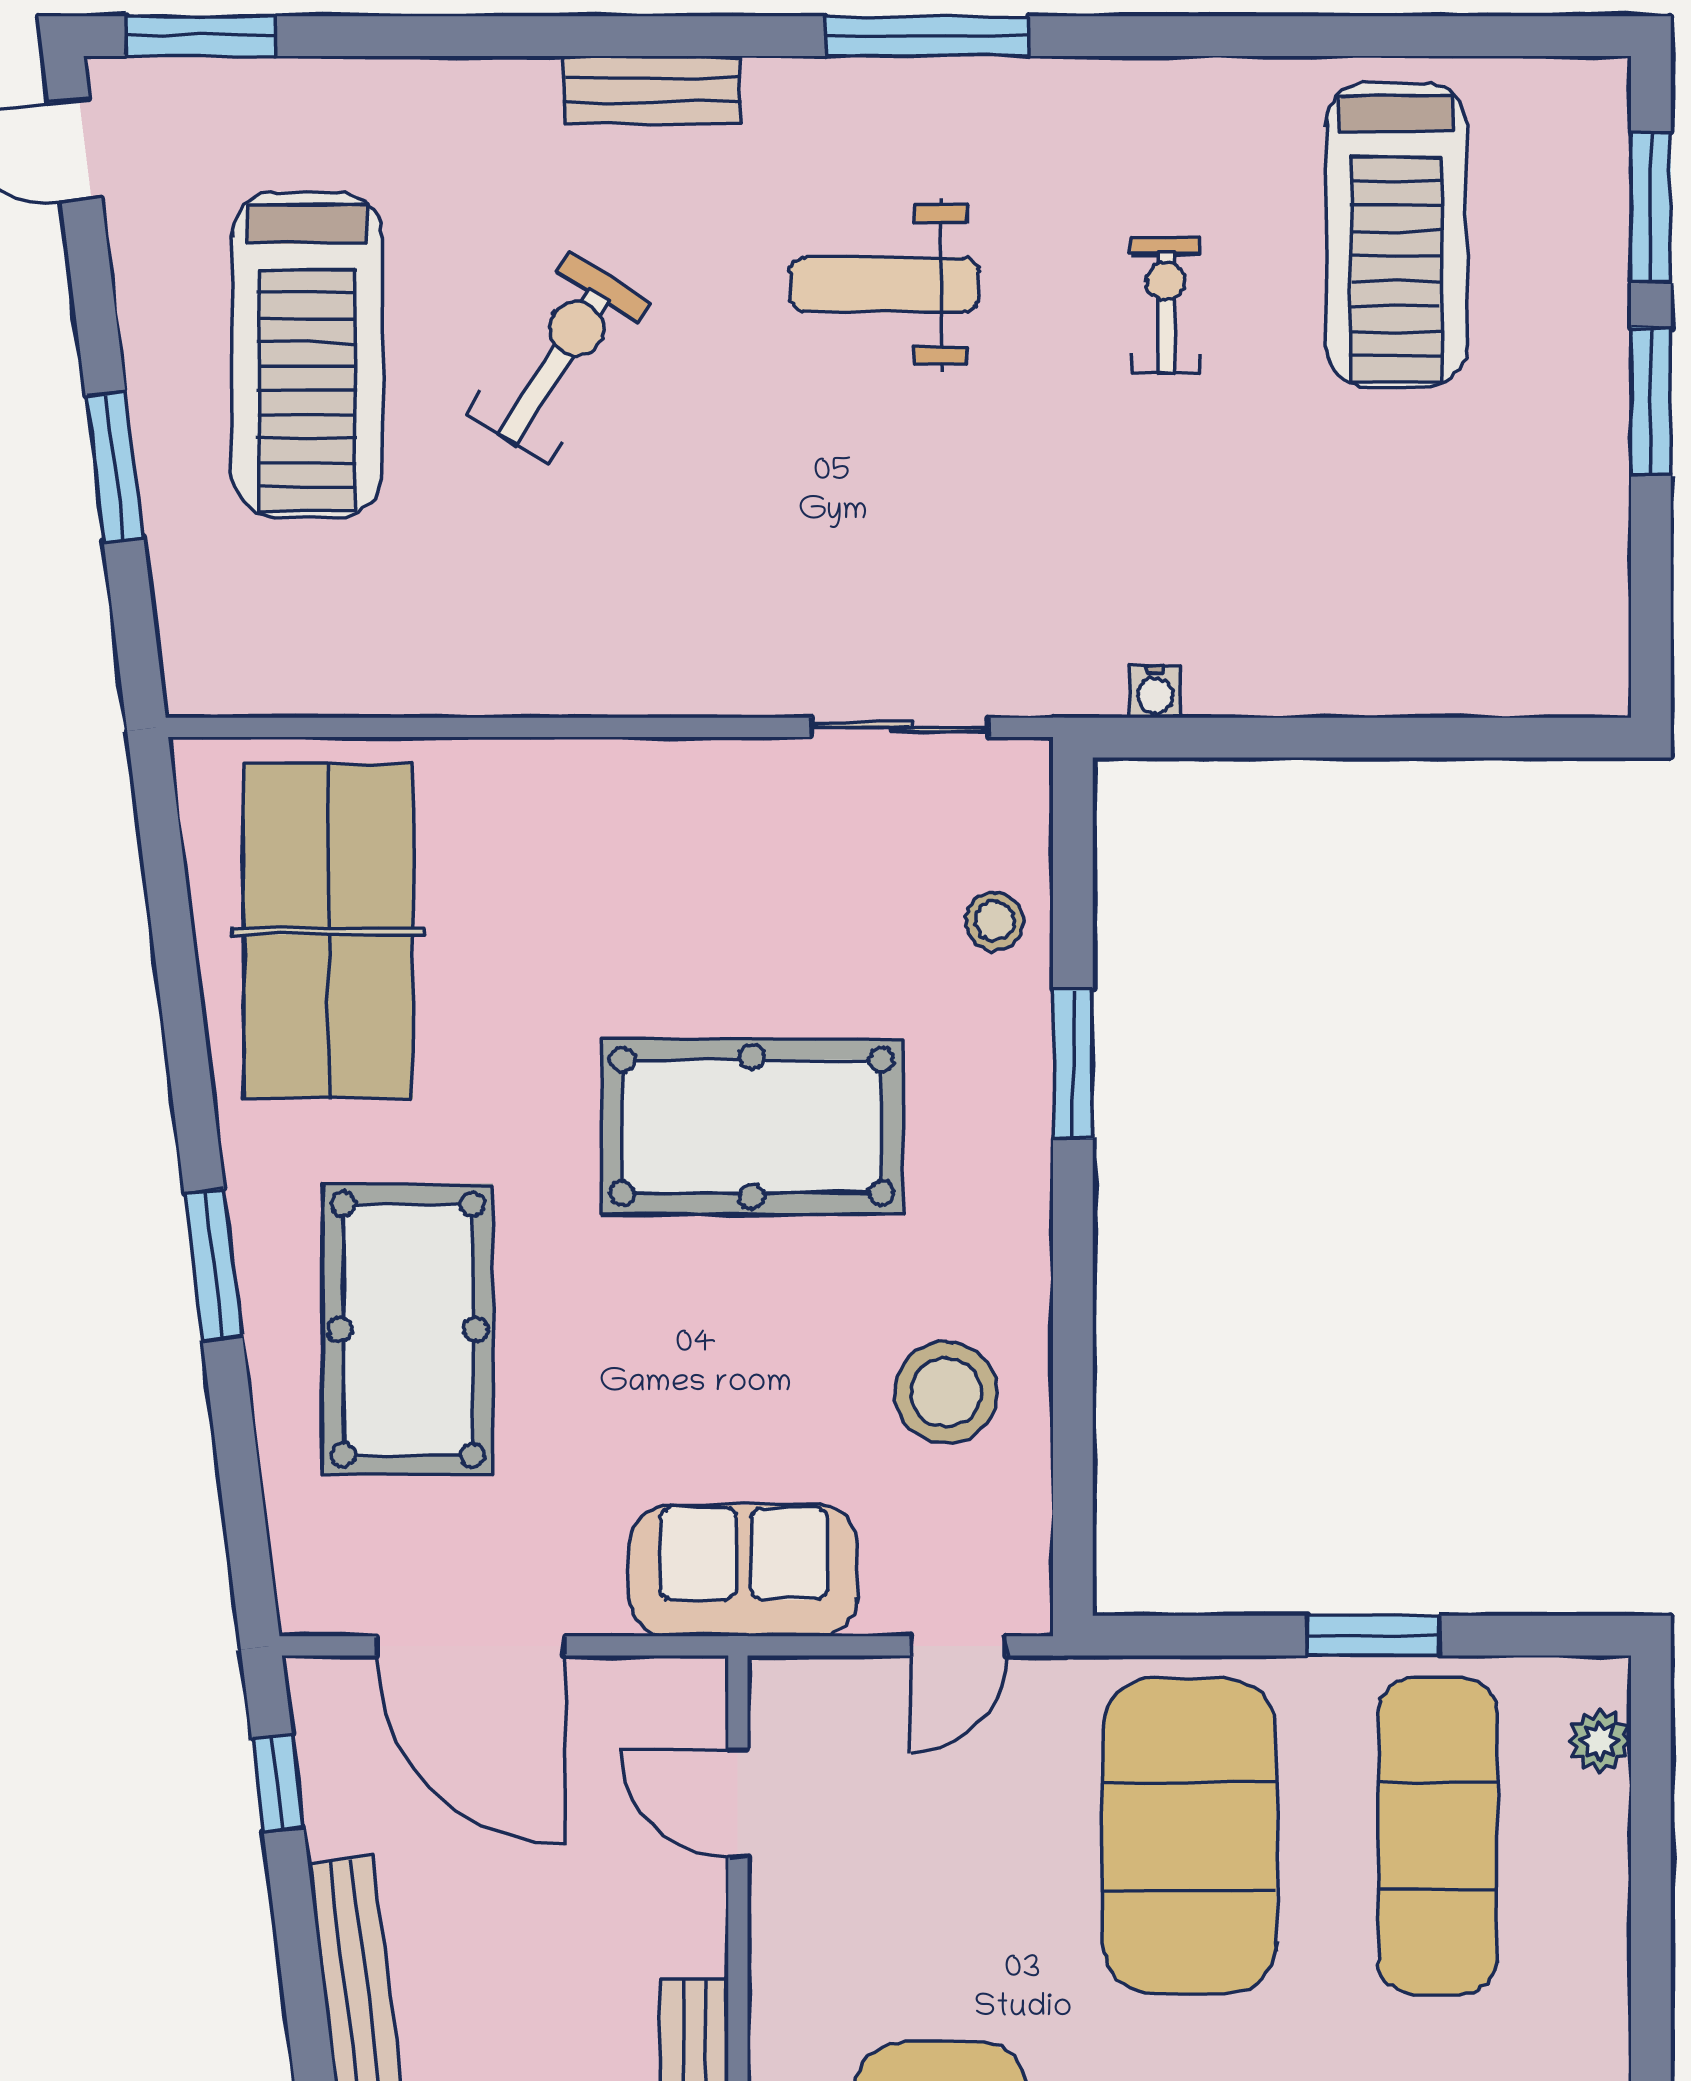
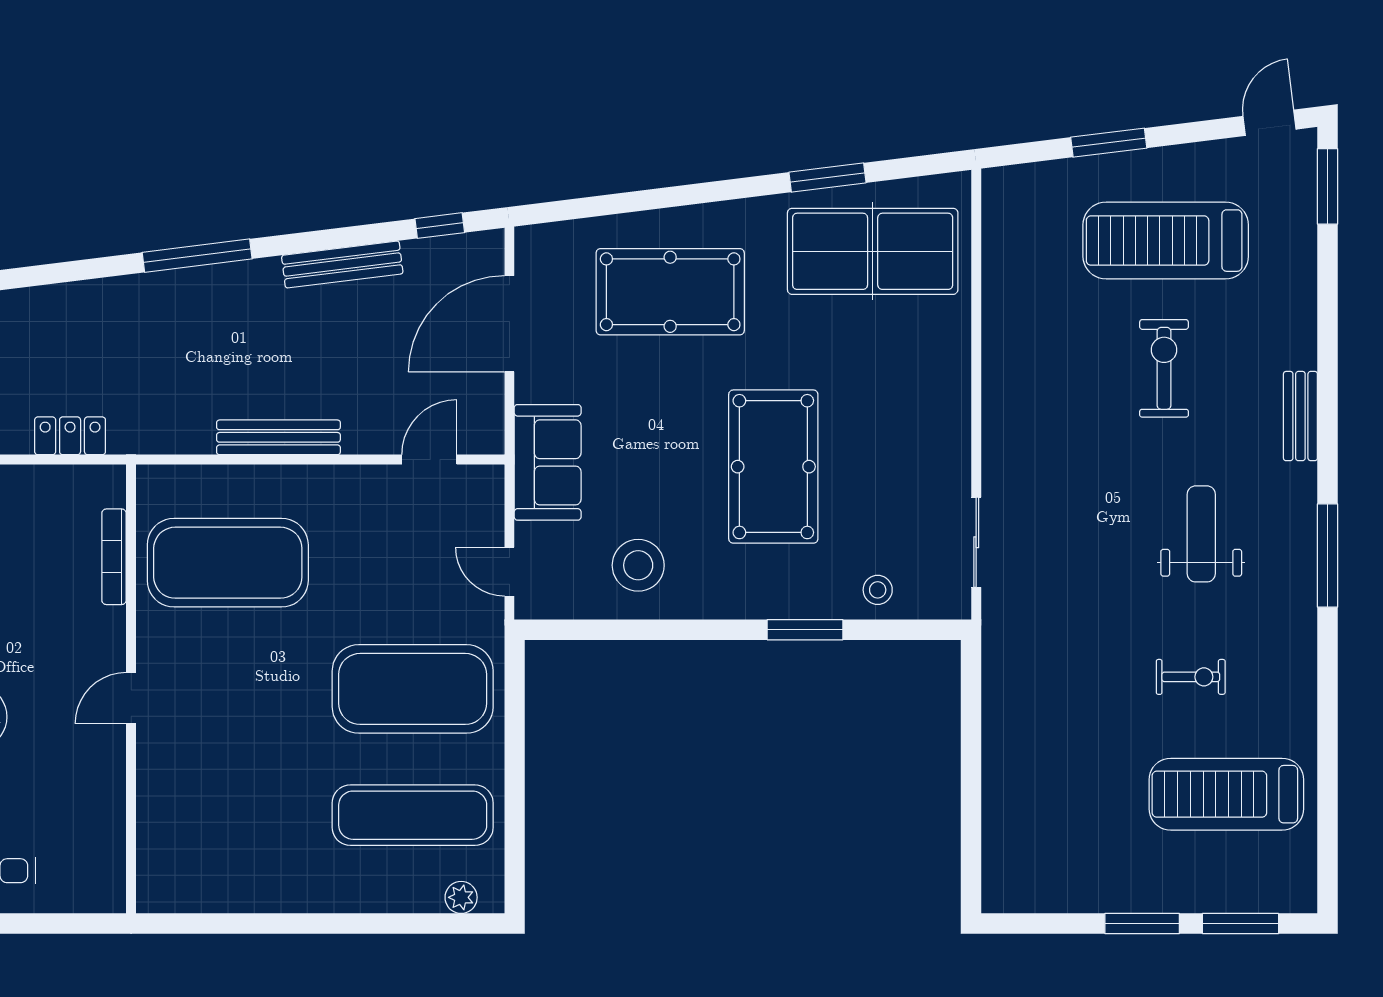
exercise bike: (559, 358) -> (1164, 368), turned -122
water cooler: (1155, 692) -> (994, 671), removed
window: (213, 1265) -> (827, 178), moved
window: (1373, 1636) -> (515, 782), removed

